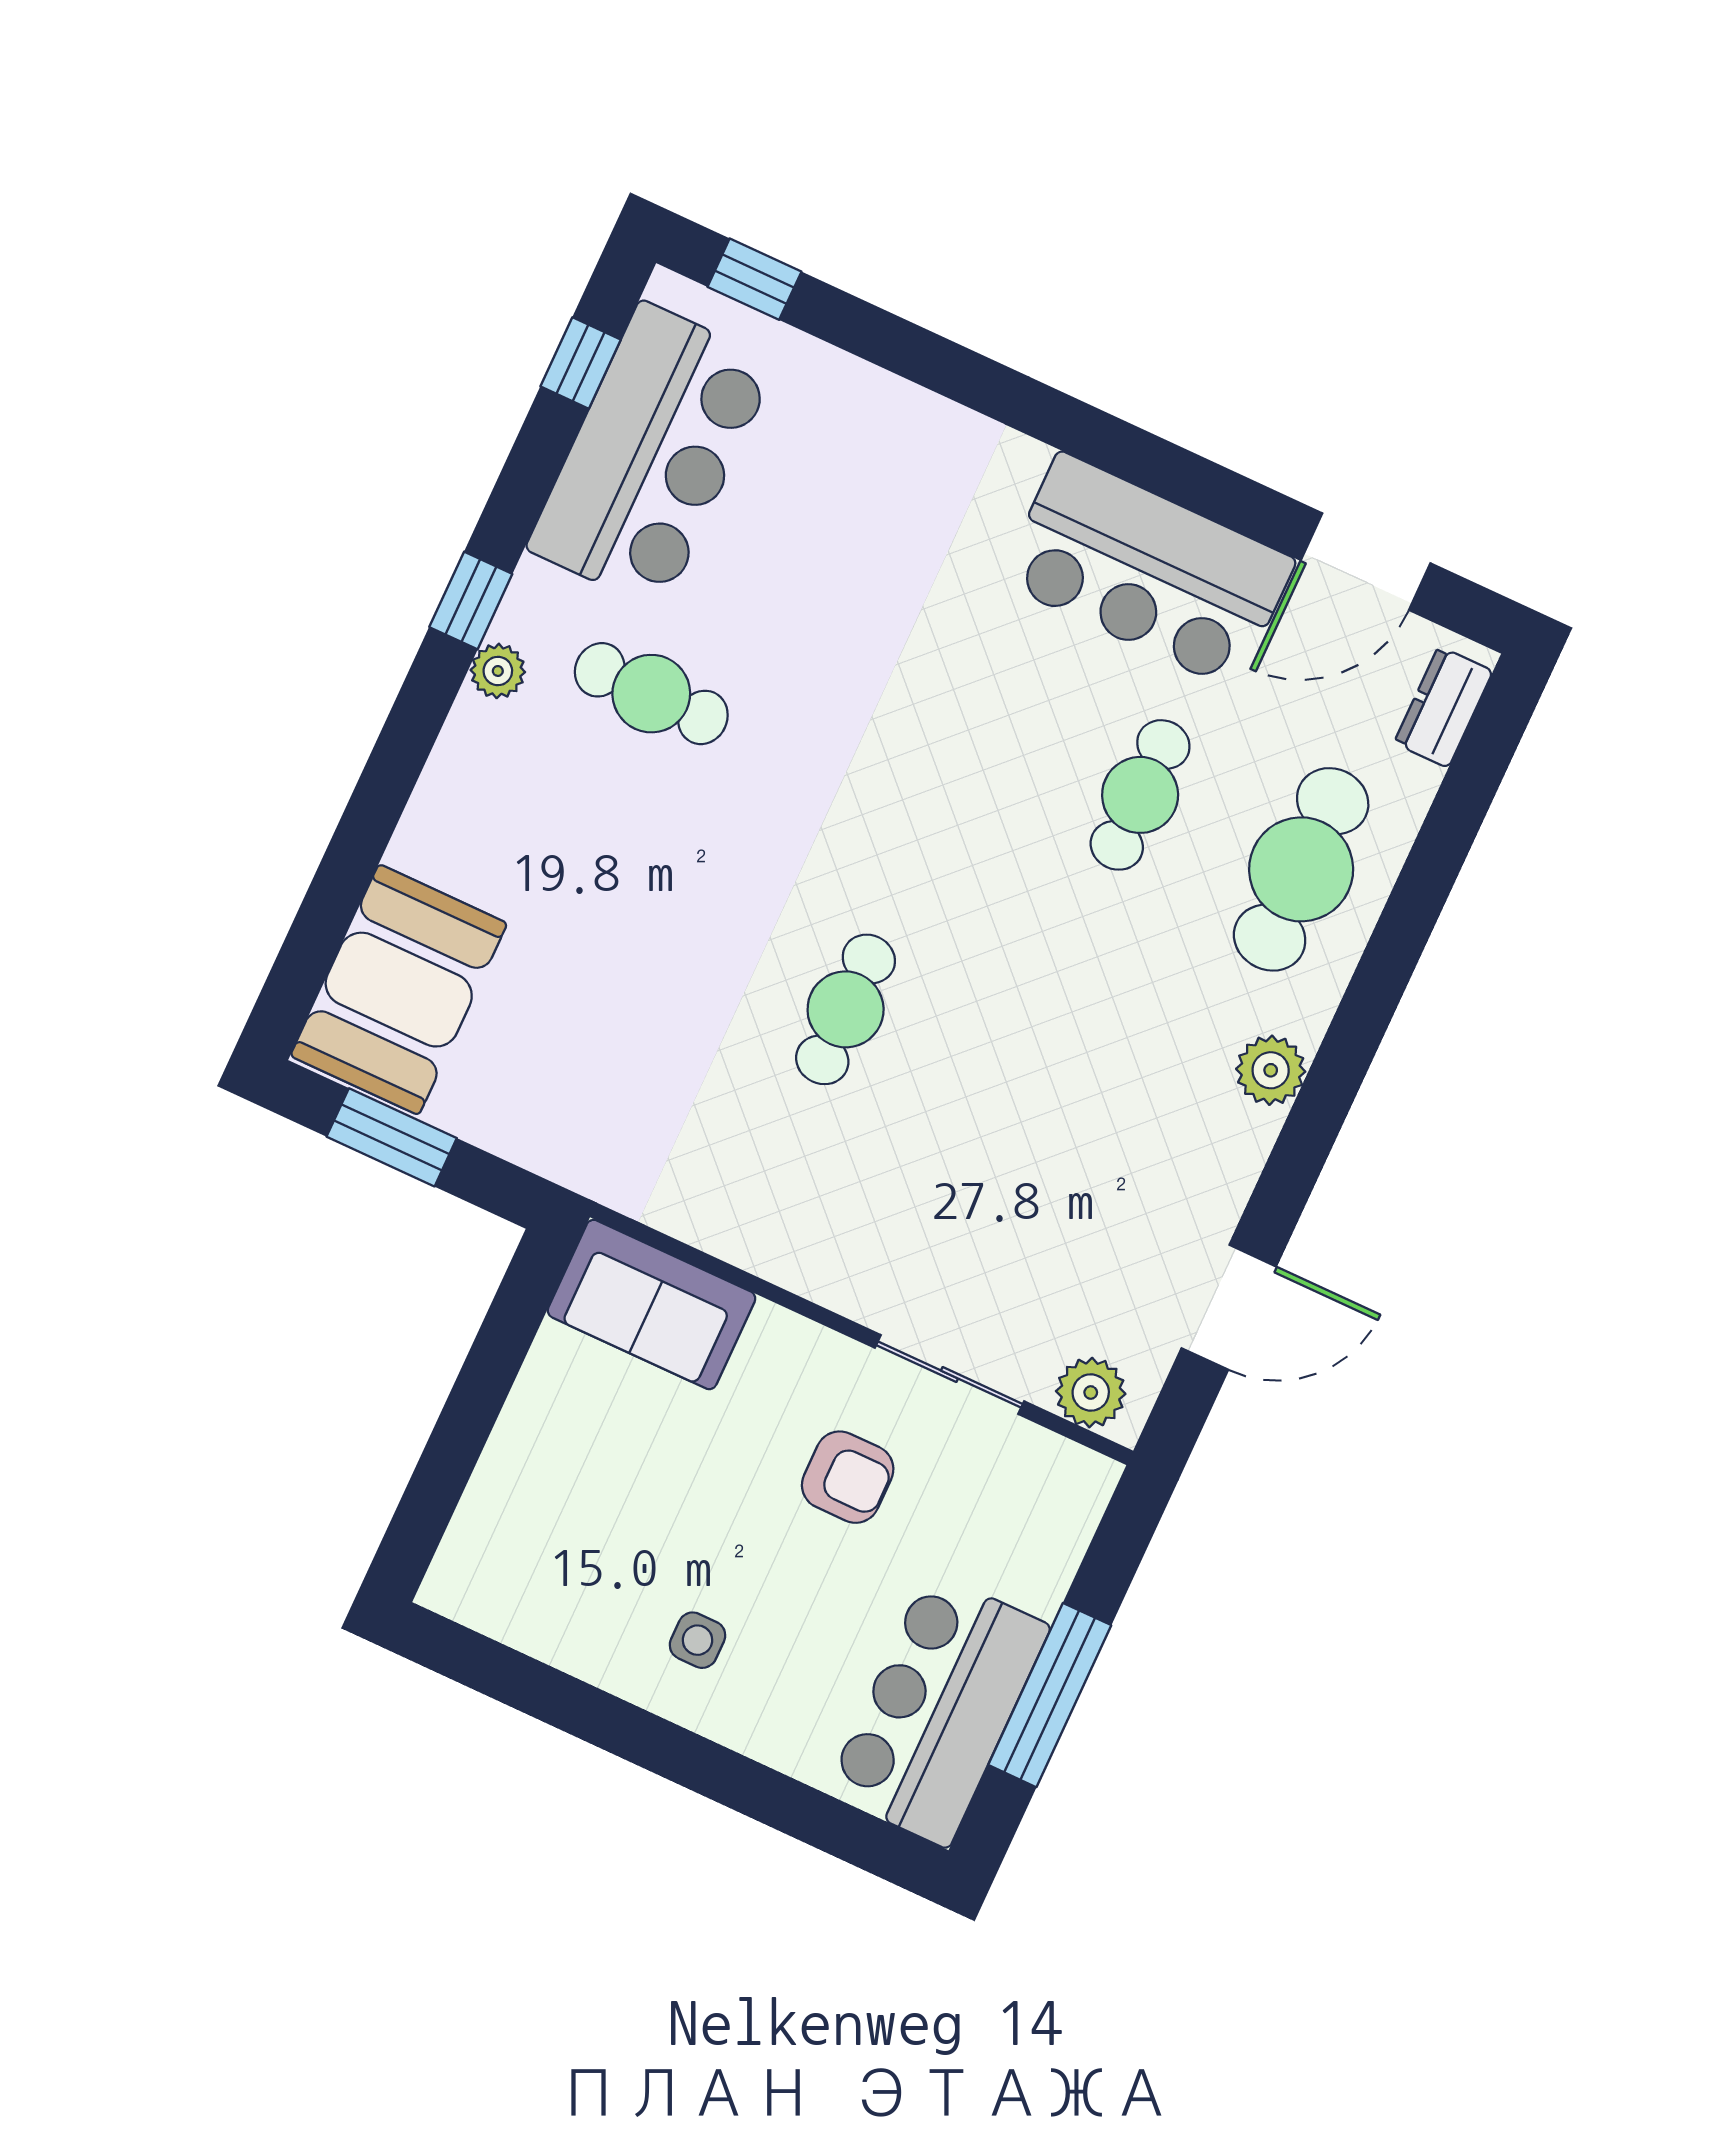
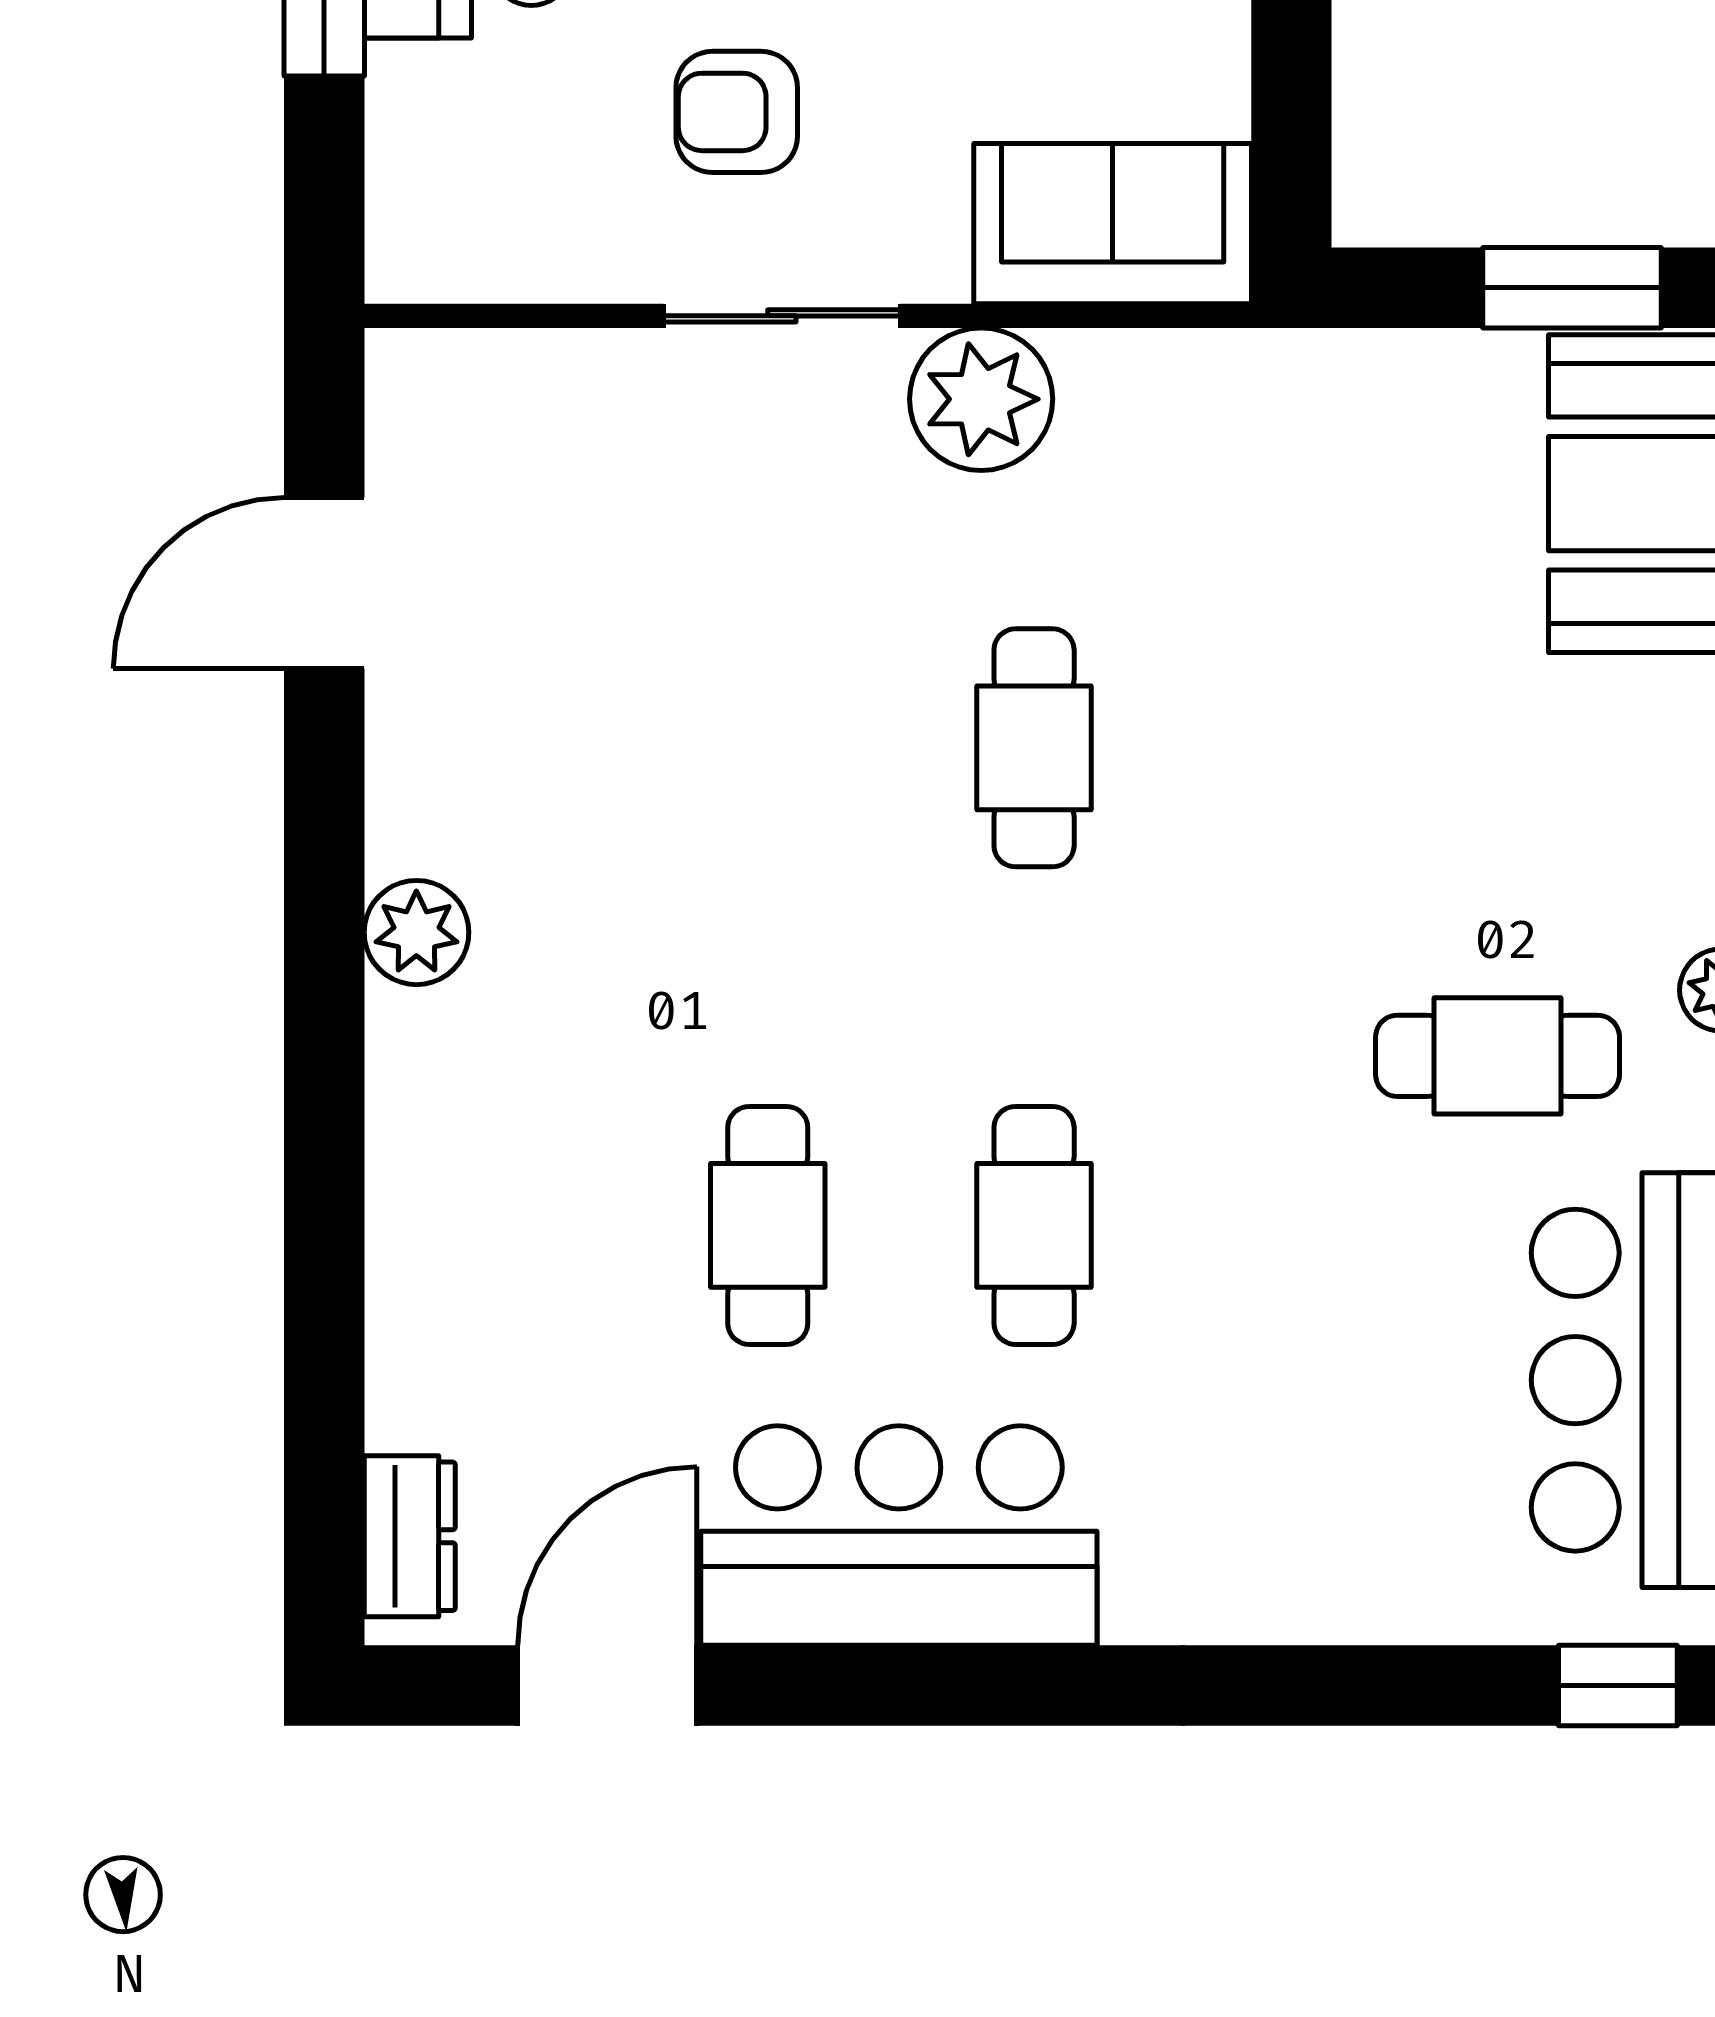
cafe table: (1301, 869) -> (1034, 1225), moved, width x0.73, depth x0.74
sliding door: (949, 1375) -> (782, 316), moved
plant: (1091, 1393) -> (981, 399), moved, width x1.36, depth x1.36

